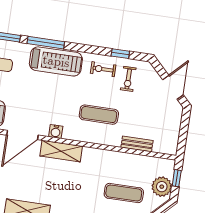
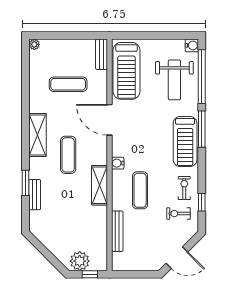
water cooler: (56, 131) -> (118, 163), moved
bench: (137, 144) -> (117, 231), width x1.36
shelving: (61, 151) -> (100, 185), moved
exercise mat: (124, 193) -> (68, 155), moved

